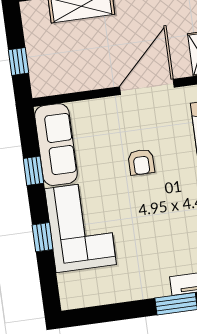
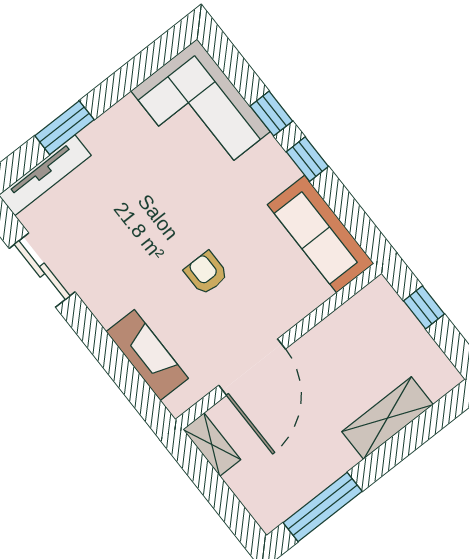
window: (33, 171) -> (307, 159), moved
corner sofa: (81, 227) -> (201, 111), moved

